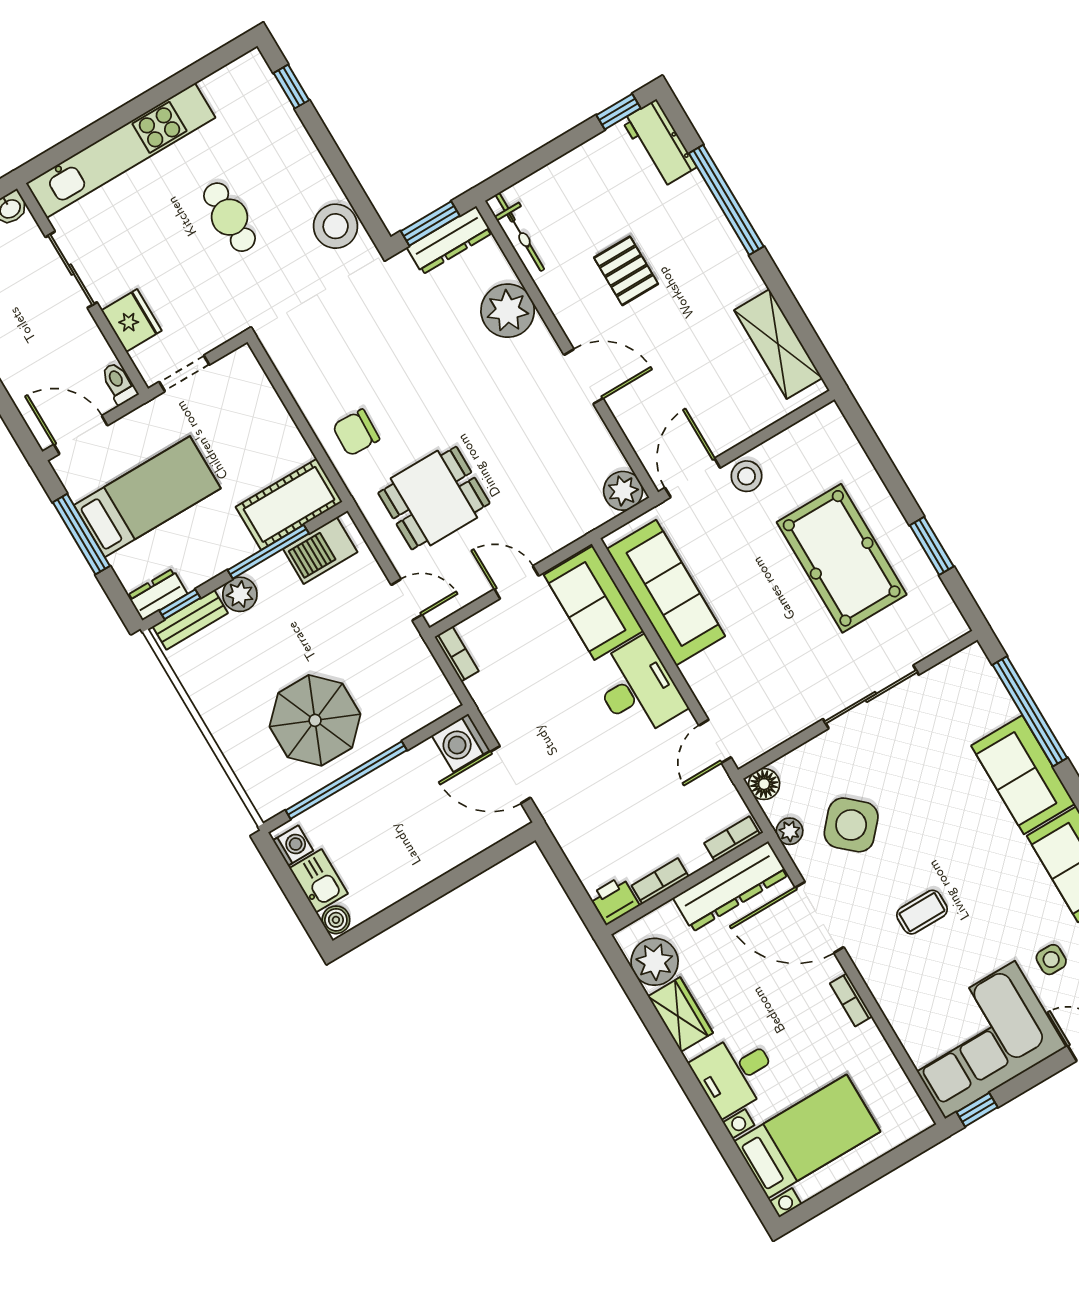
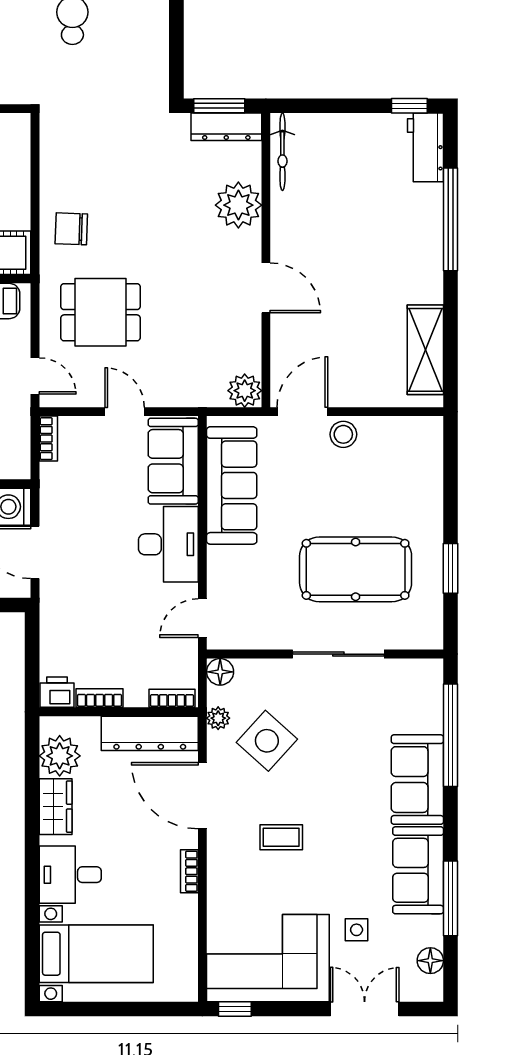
stool: (336, 226) -> (148, 66), removed
pallet: (626, 271) -> (344, 228), removed
pool table: (842, 558) -> (356, 569), moved, turned 90

